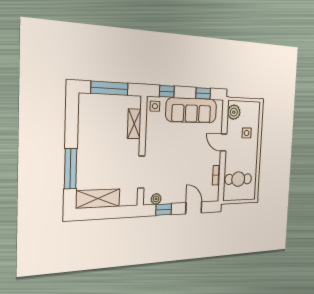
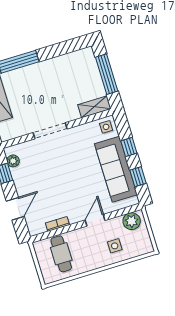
window: (167, 91) -> (129, 147), moved
shelving: (134, 124) -> (94, 107), moved
doorway: (141, 172) -> (50, 131), moved

